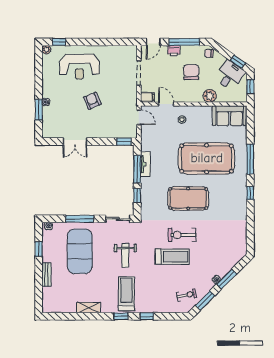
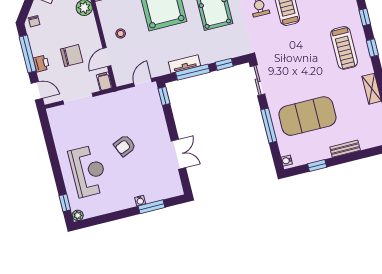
chair: (191, 72) -> (72, 56), moved, turned 180
door: (139, 117) -> (143, 82), moved
weight bench: (125, 255) -> (299, 61), removed
treadmill: (126, 294) -> (344, 48), turned -90

